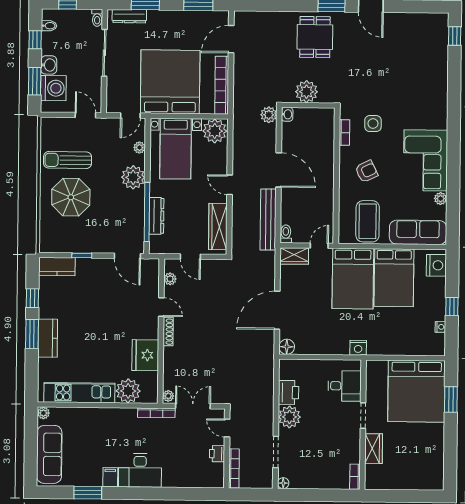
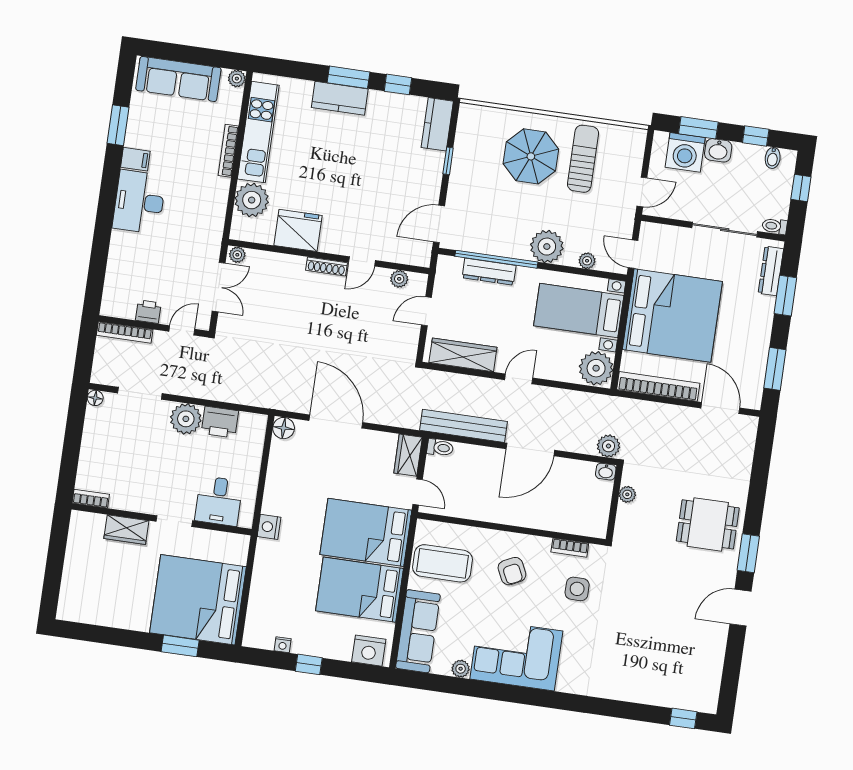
plant: (306, 92) -> (627, 494), width x0.53, depth x0.53
bookcase: (156, 413) -> (228, 151), moved

